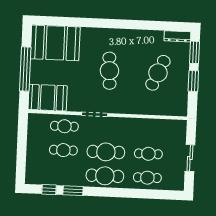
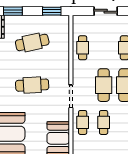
cafe table: (158, 73) -> (32, 42), turned -36
window: (193, 81) -> (52, 11), moved
cafe table: (148, 154) -> (83, 48), moved

